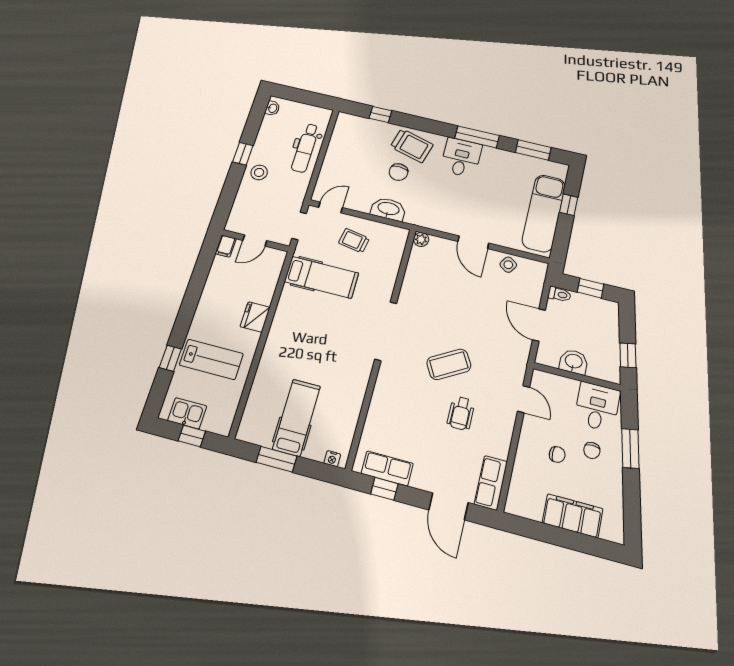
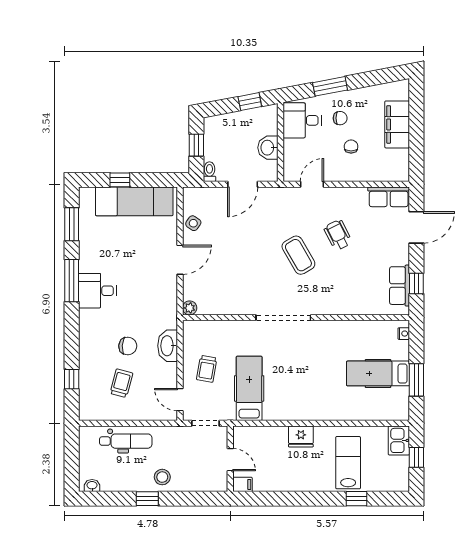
trolley: (412, 146) -> (121, 383), moved, width x0.73, depth x0.72
kitchen sink: (187, 413) -> (399, 440), moved
wheelchair: (461, 413) -> (338, 235), turned -117

